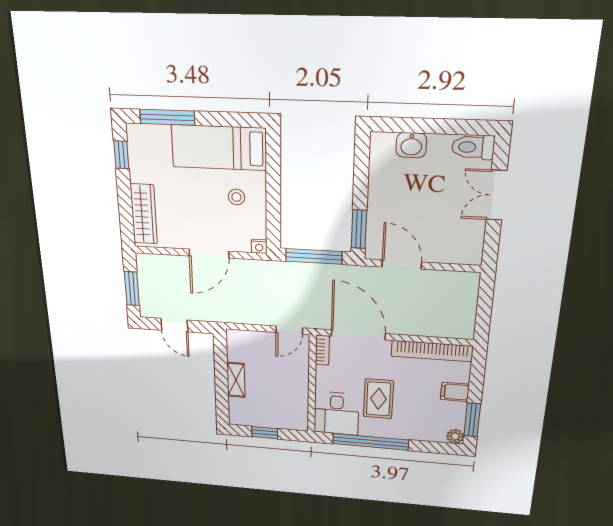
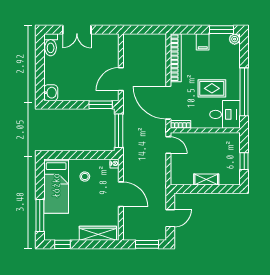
washbasin: (411, 145) -> (51, 93), moved
door: (358, 335) -> (168, 103), hinge flipped

